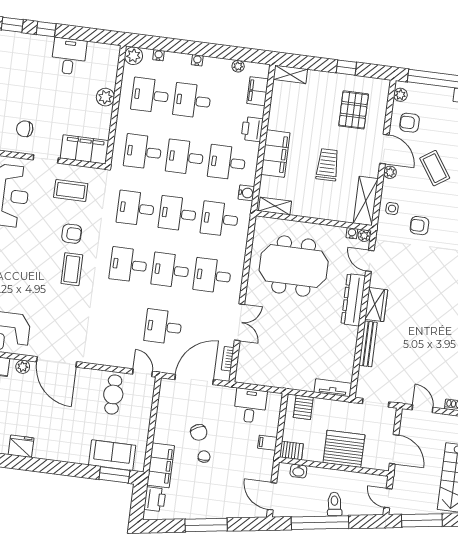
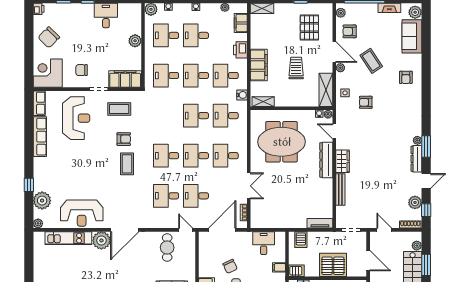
desk: (136, 208) -> (166, 196), moved
door: (57, 362) -> (125, 230), hinge flipped
plant: (23, 367) -> (101, 240), width x1.88, depth x1.88

